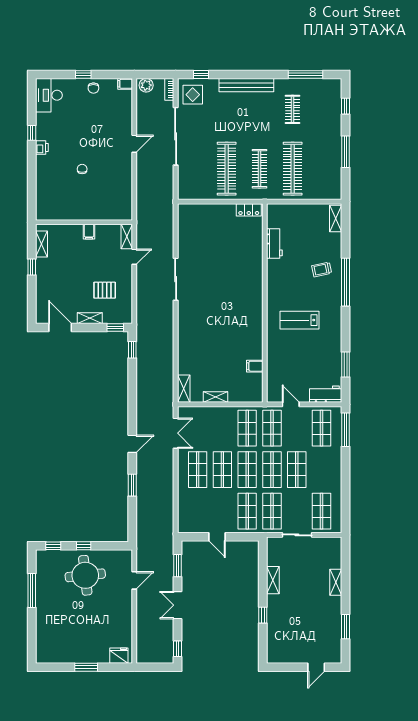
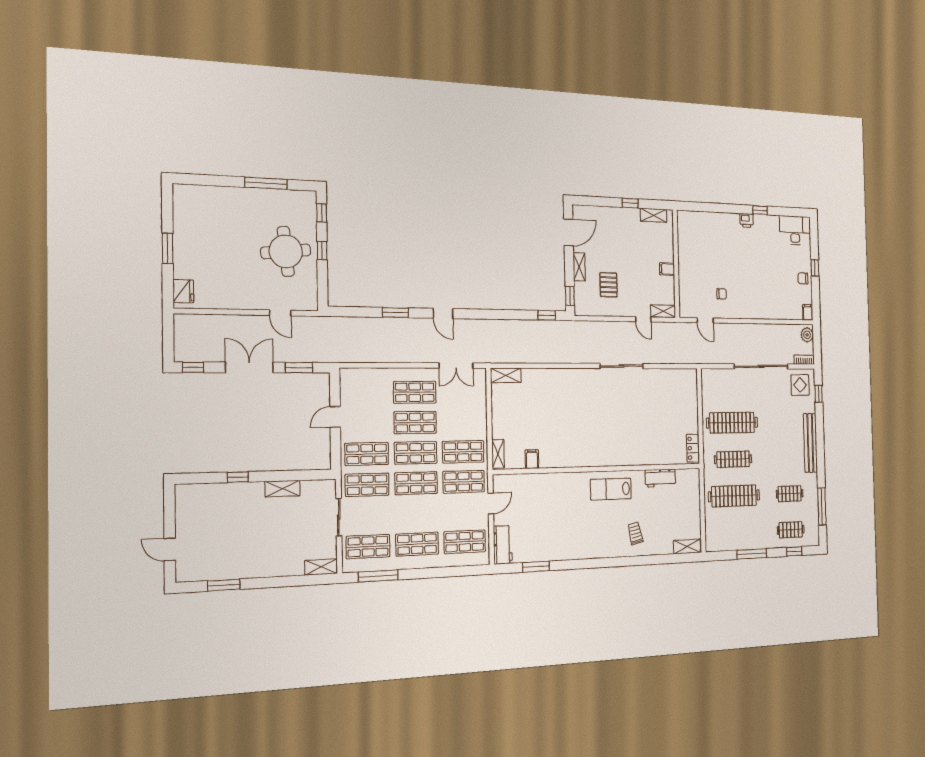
clothes rail: (326, 109) -> (791, 530), added
door: (134, 144) -> (705, 320), moved
chair: (82, 169) -> (722, 294), moved
window: (345, 282) -> (623, 562), removed
lab bench: (299, 320) -> (611, 489), moved, turned -90
shelving: (216, 397) -> (498, 454), moved
window: (345, 430) -> (378, 576), moved
shop shelf: (297, 470) -> (417, 544), moved
shelving: (336, 582) -> (321, 567), moved
double door: (178, 605) -> (249, 367), width x1.37

